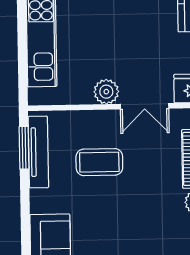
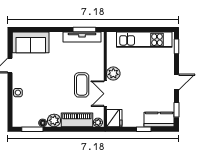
coffee table: (99, 162) -> (82, 85), moved

